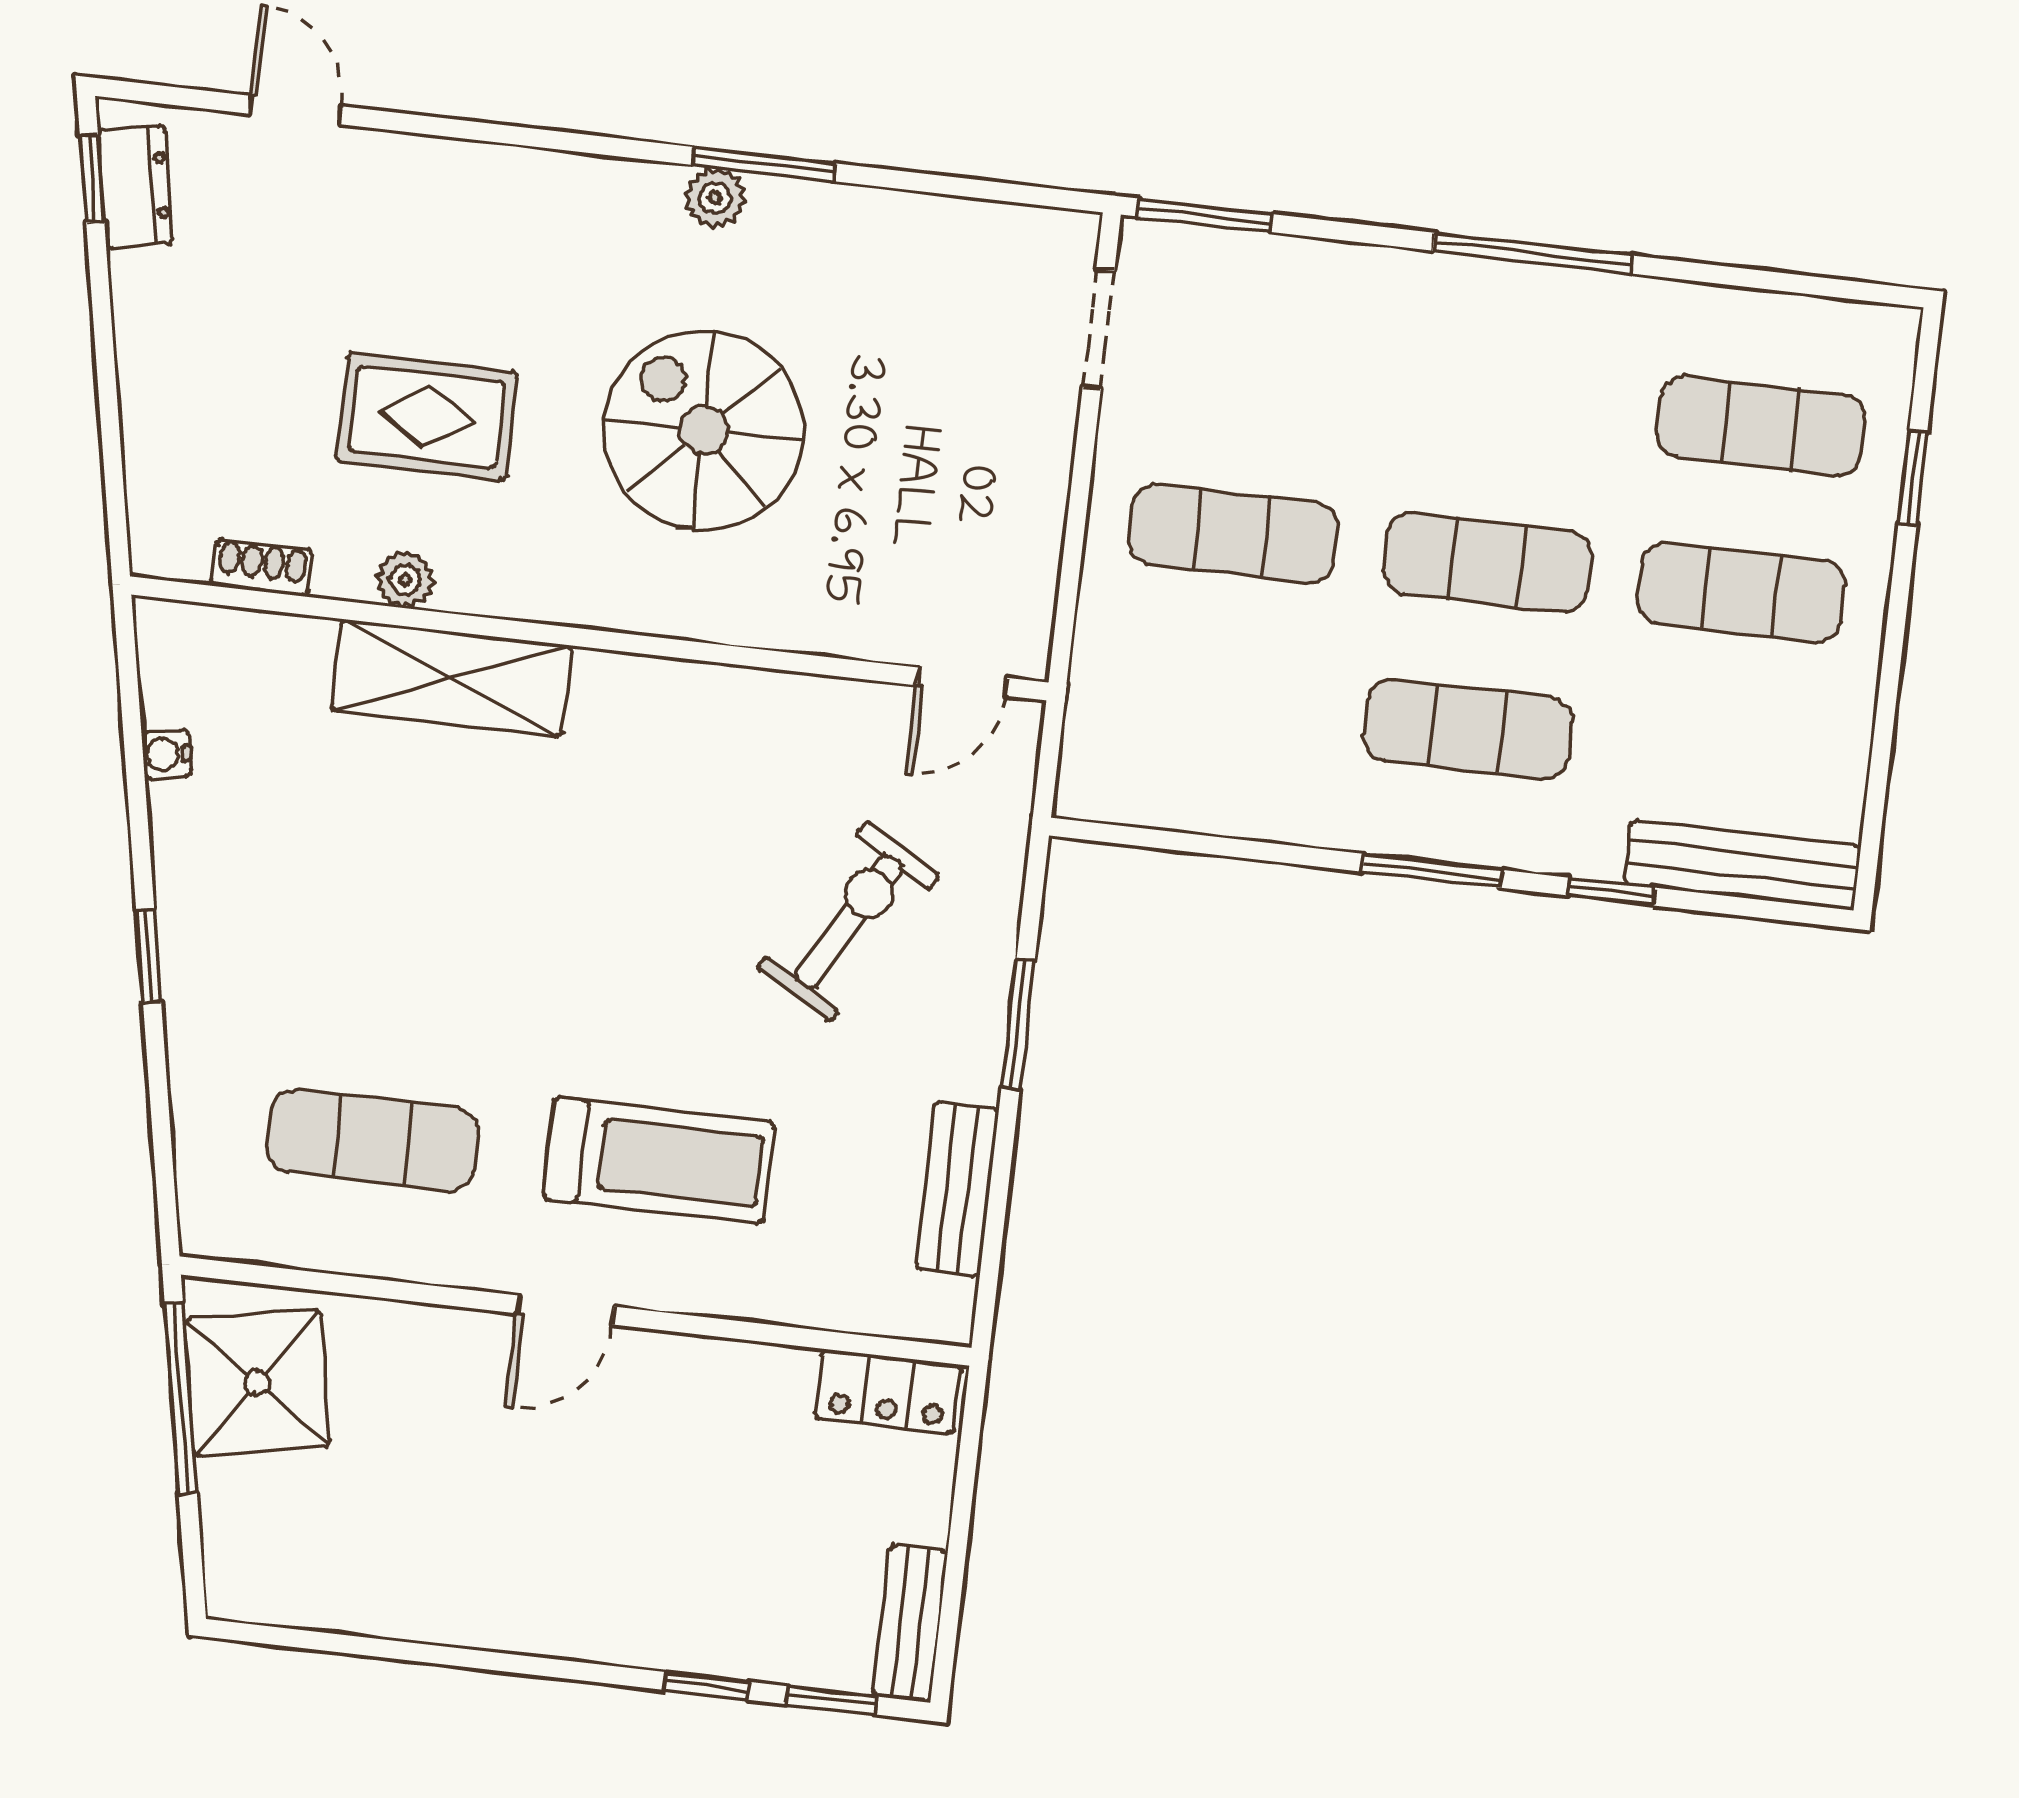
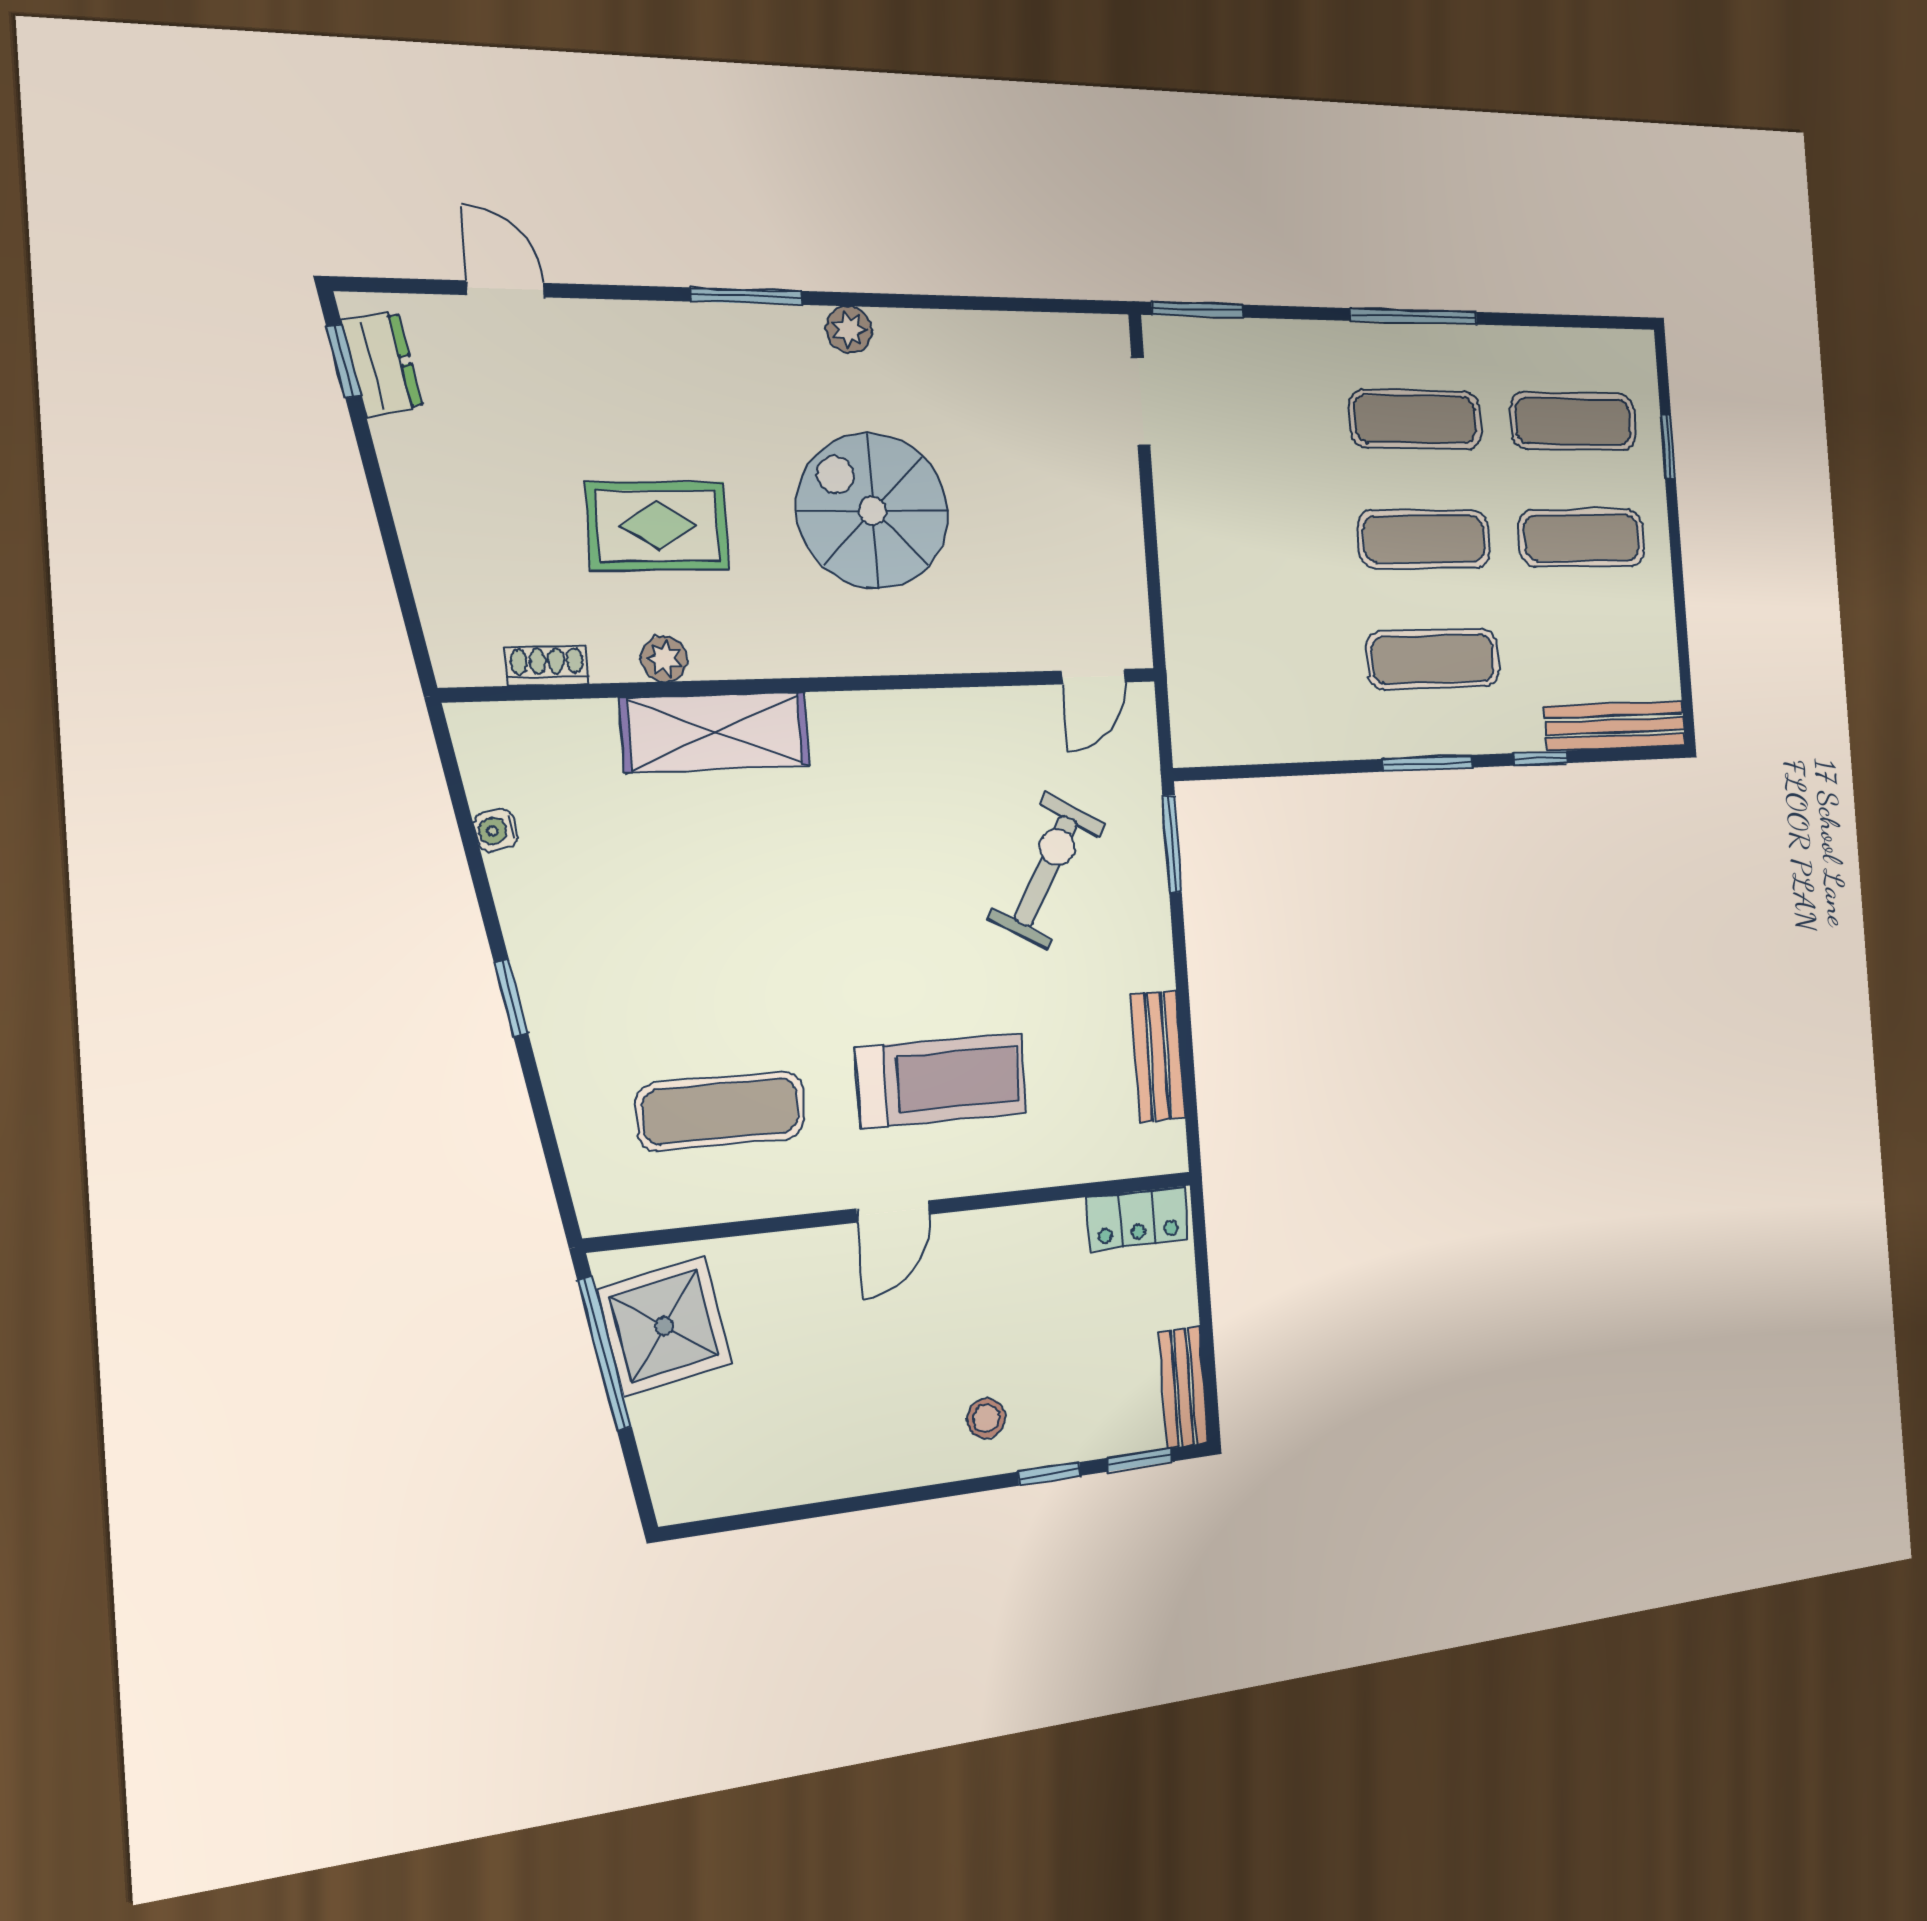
window: (764, 164) -> (746, 296), moved
exercise mat: (1233, 533) -> (1416, 419), moved
window: (1018, 1025) -> (1172, 844), moved
stool: (637, 1595) -> (986, 1418), added

